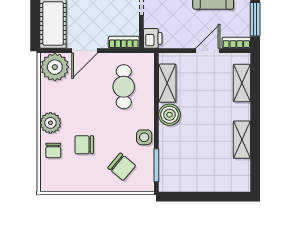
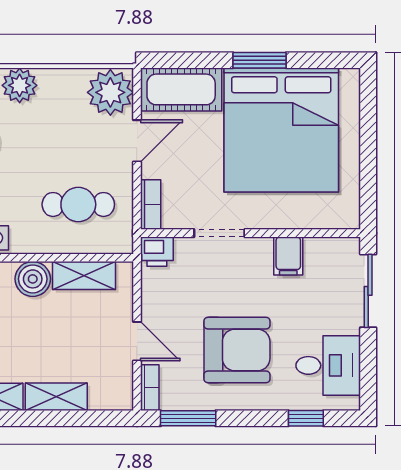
door: (85, 51) -> (137, 141), swing flipped
shelving: (242, 83) -> (56, 397), moved

